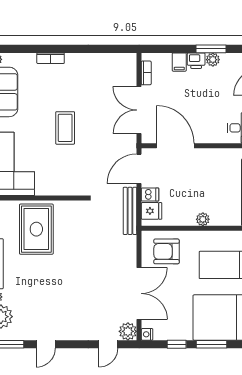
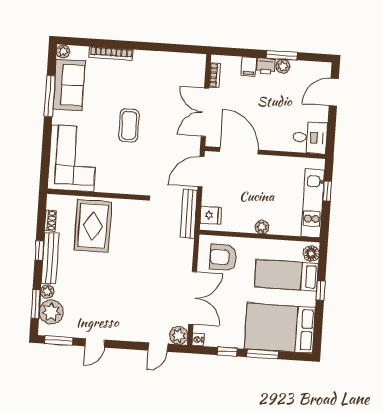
bookcase: (51, 58) -> (111, 53), width x1.56
dishwasher: (150, 195) -> (210, 198), removed

